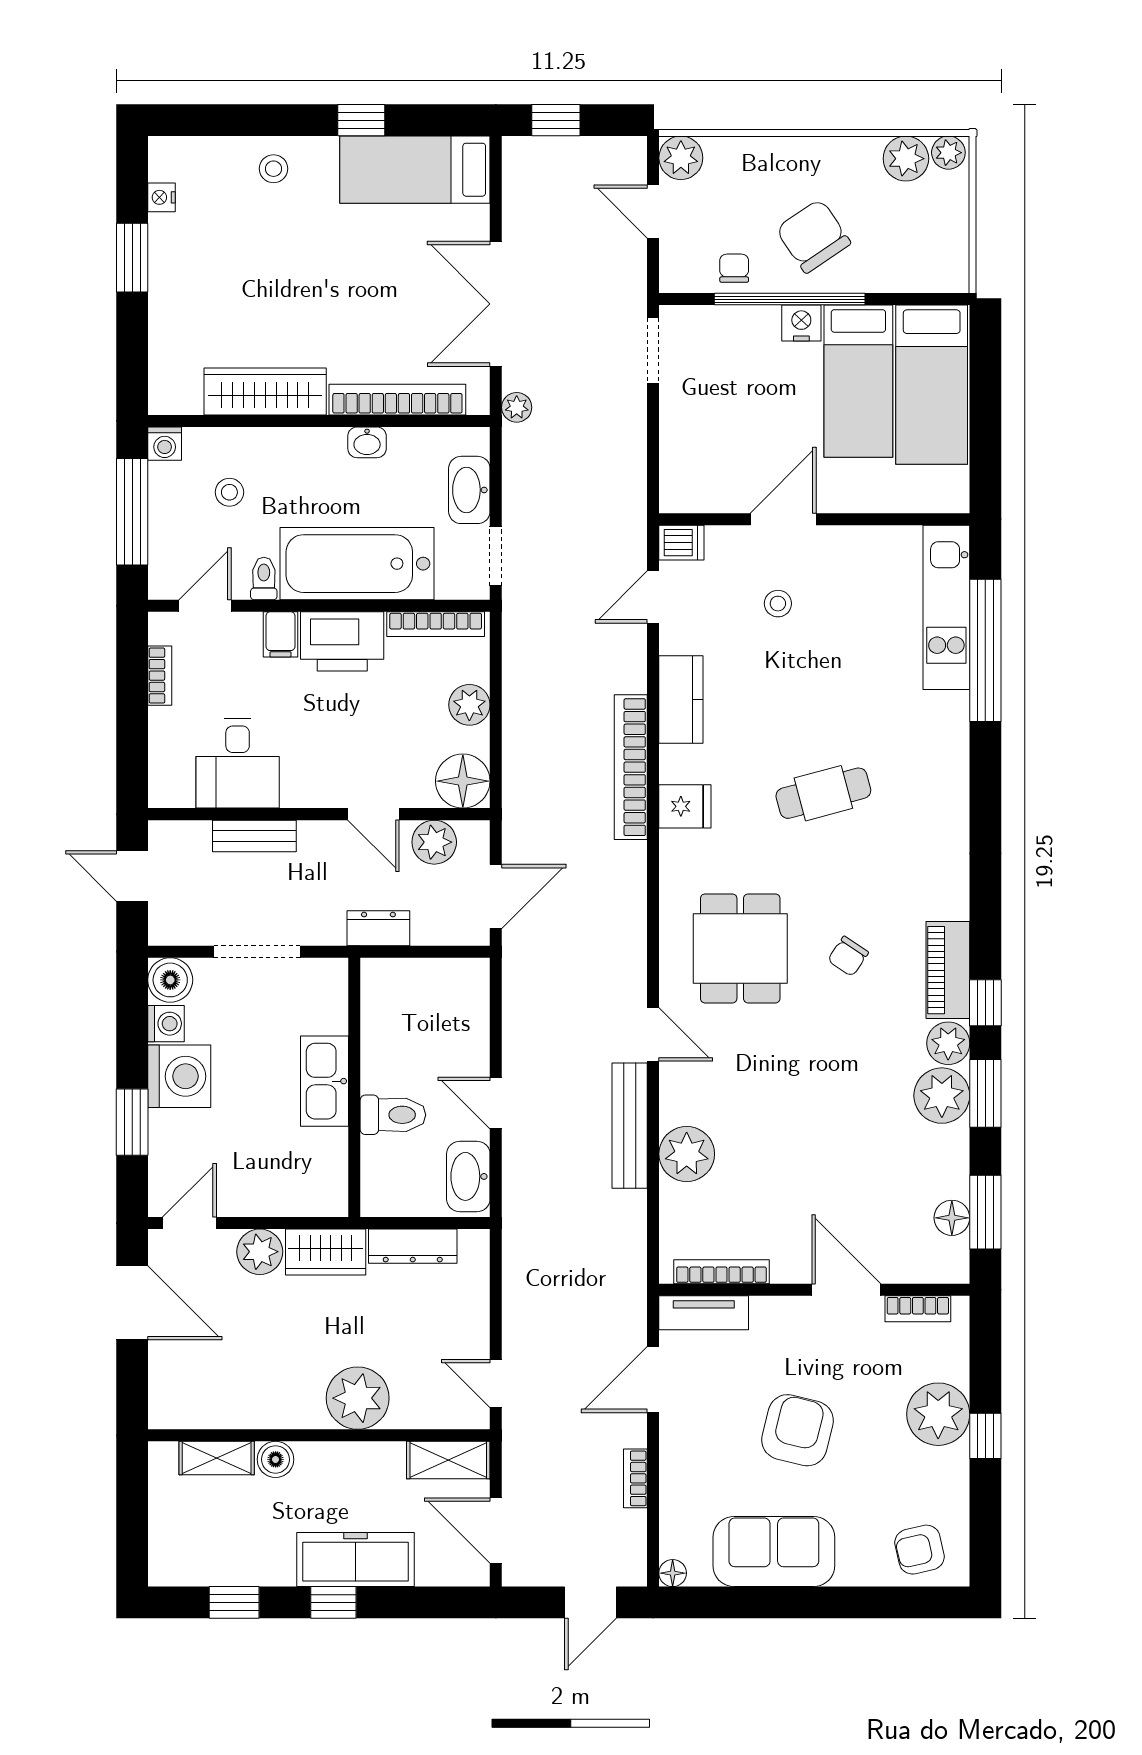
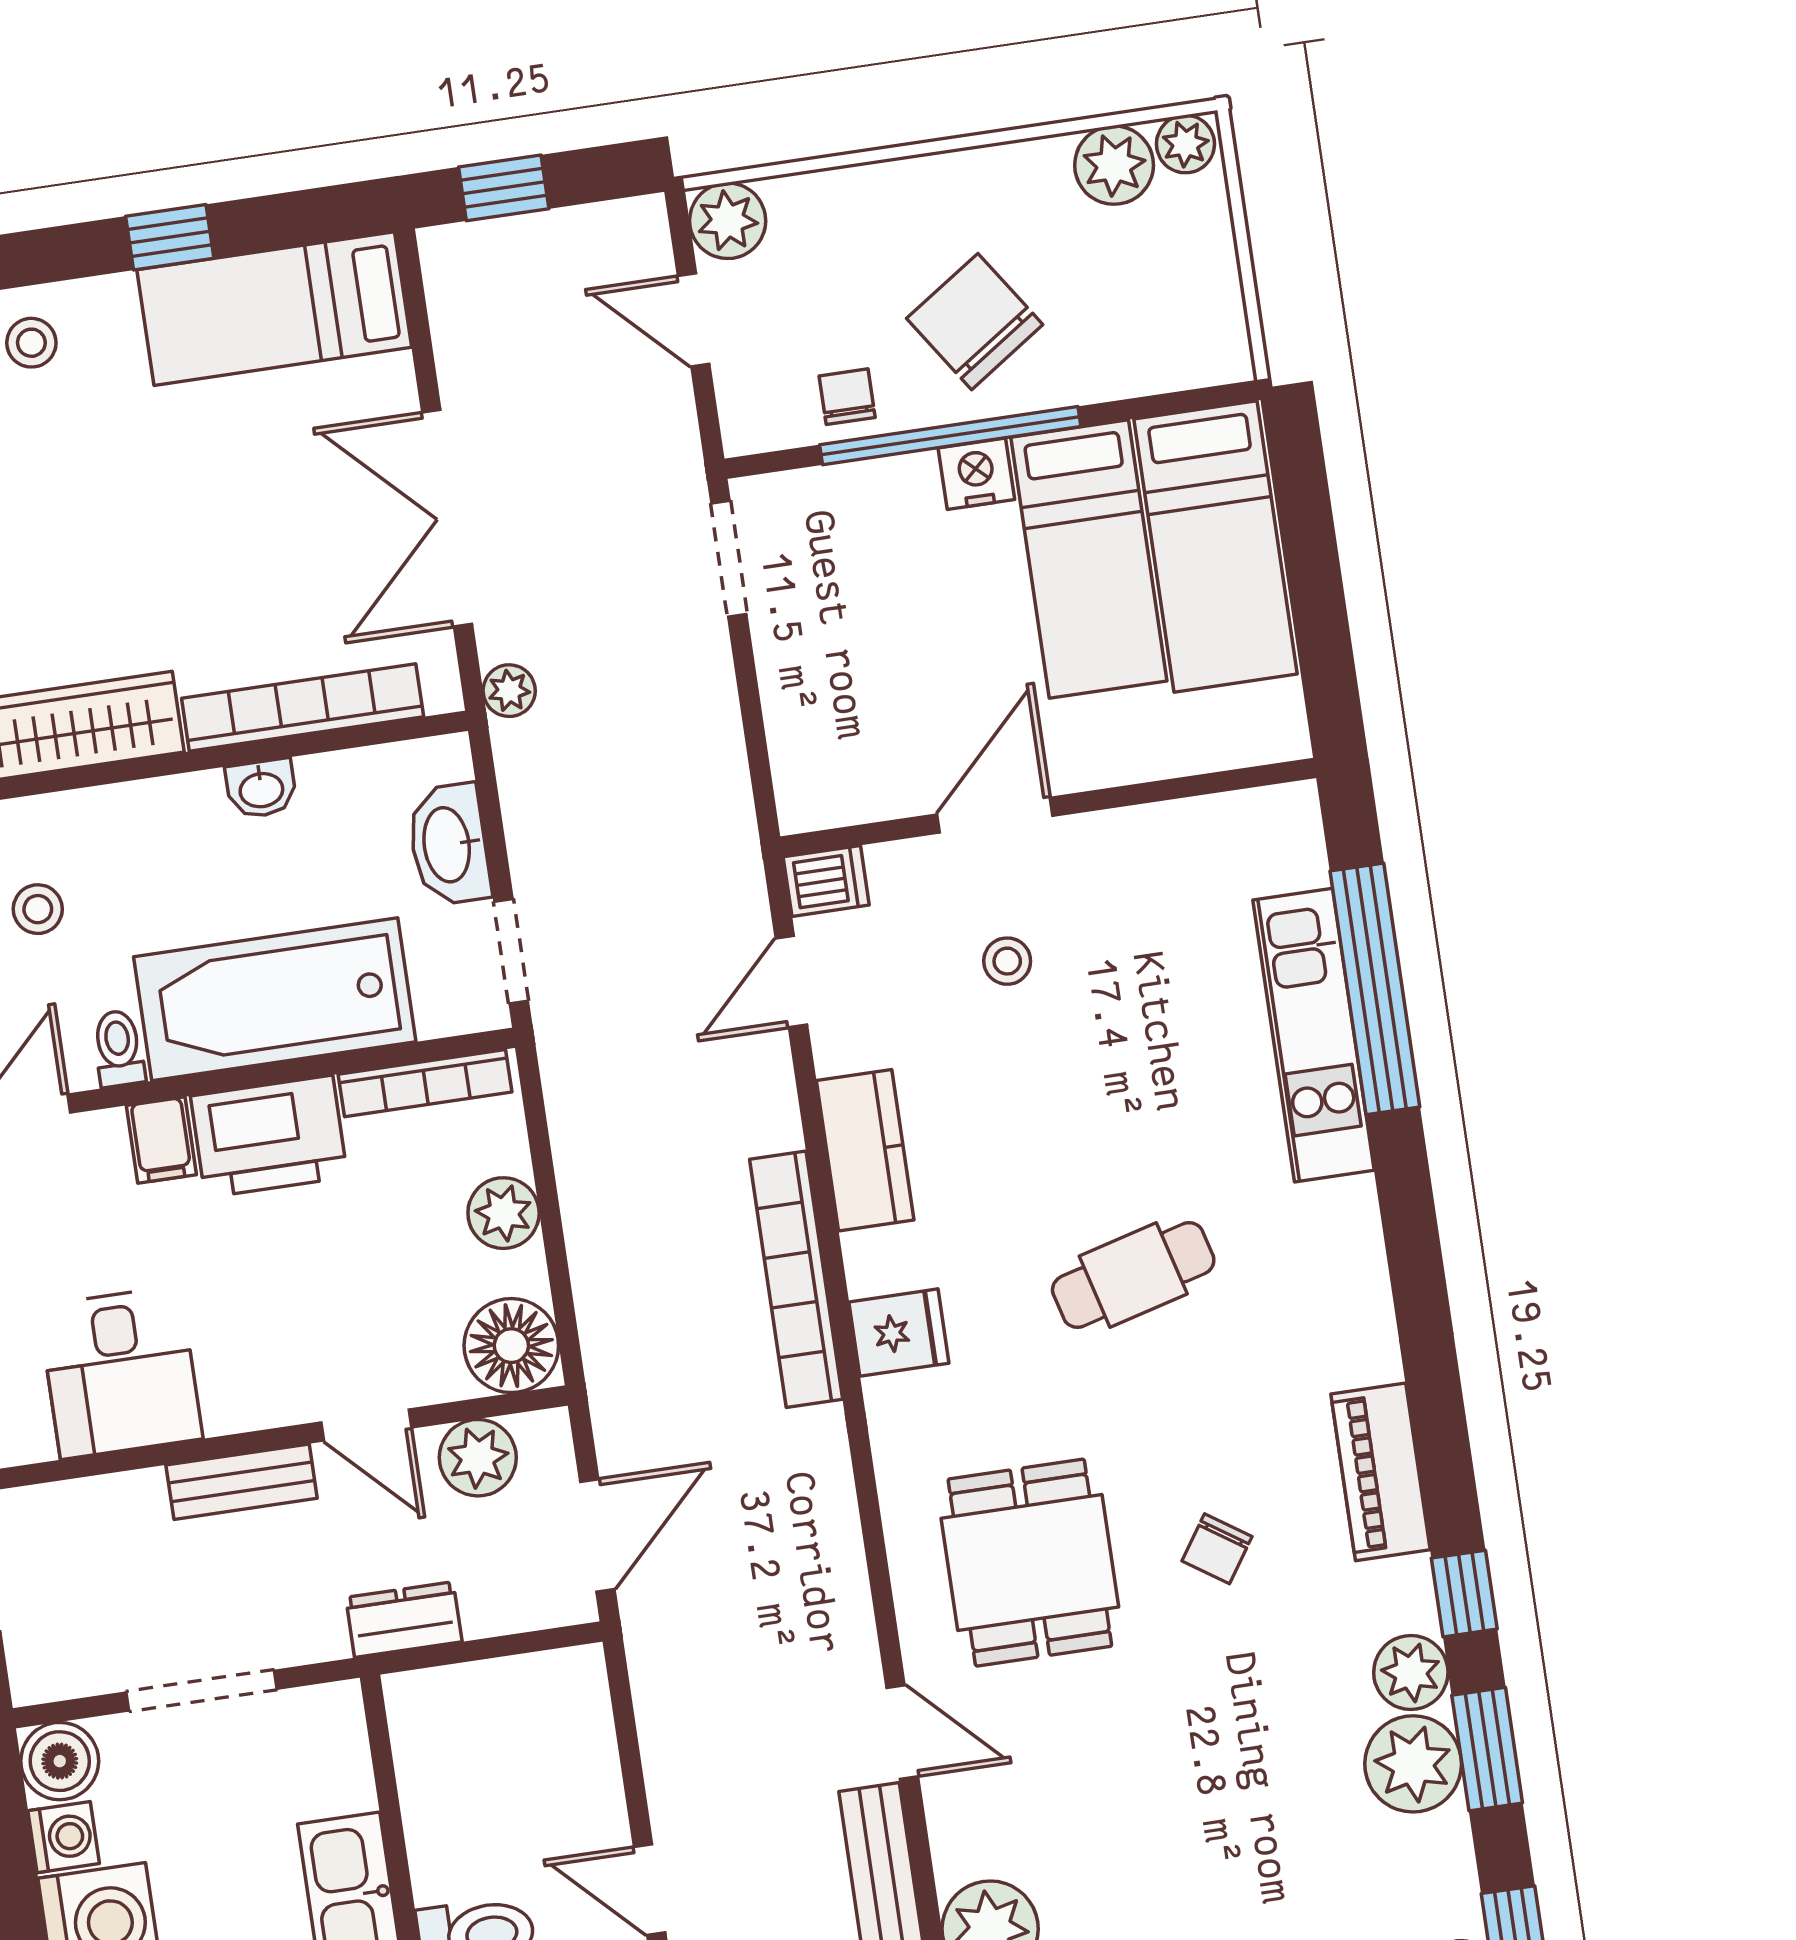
kitchen unit: (946, 607) -> (1314, 1035), moved
bench: (254, 836) -> (242, 1482), moved
piano: (948, 970) -> (1381, 1472), moved

